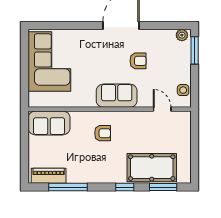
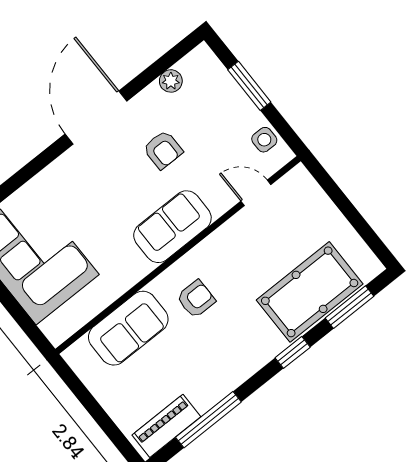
plant: (182, 35) -> (171, 81), moved
window: (195, 50) -> (249, 86), moved
armchair: (138, 61) -> (163, 150), turned 90
sofa: (49, 123) -> (128, 328), moved

